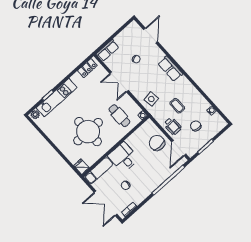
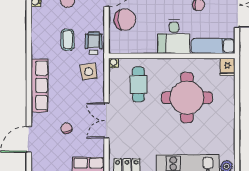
row of seats: (170, 69) -> (40, 86), width x1.48
double door: (119, 82) -> (107, 120), swing flipped
wheelchair: (173, 126) -> (94, 43), moved
chair: (157, 143) -> (125, 20), turned -95

